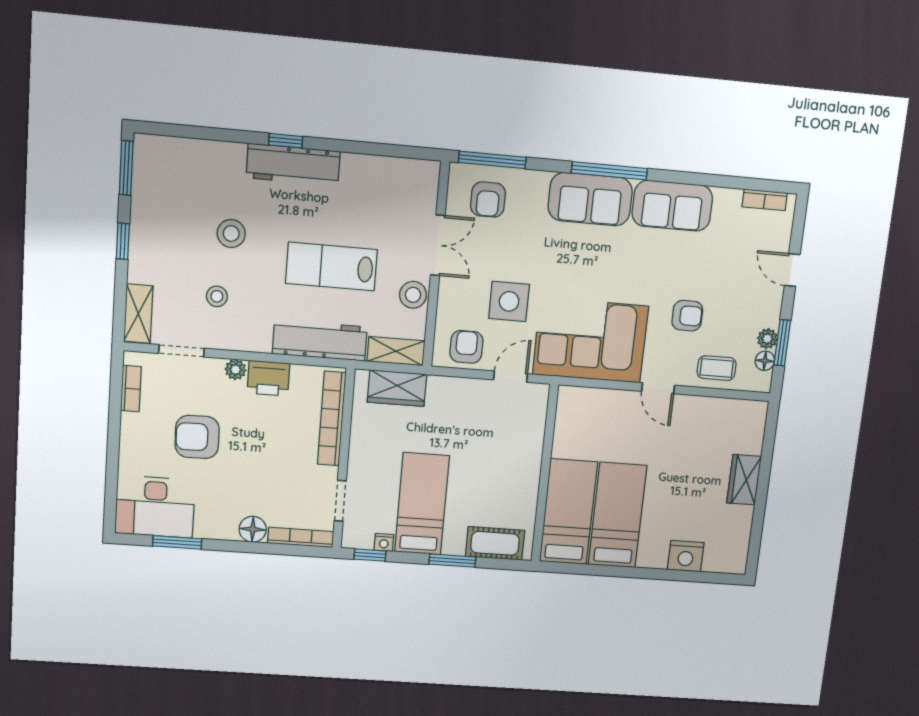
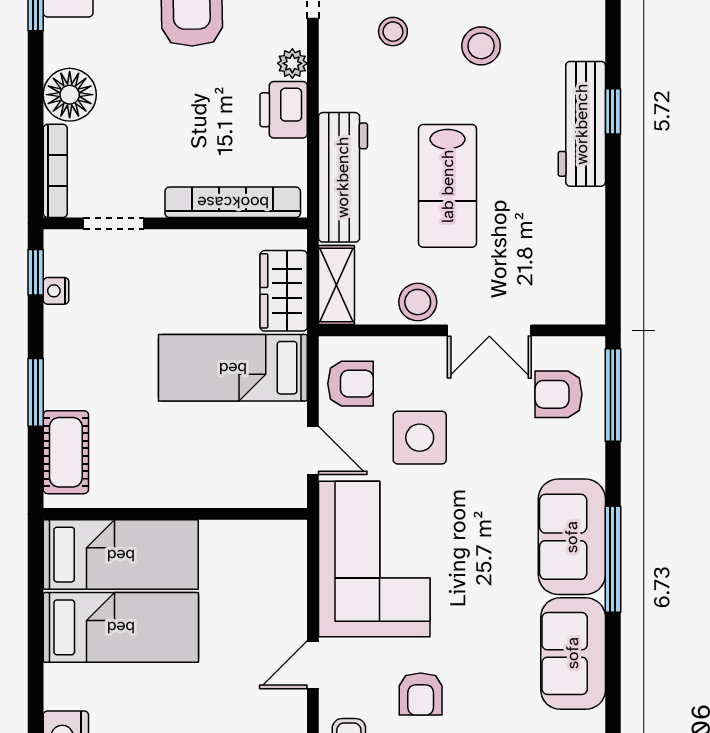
lab bench: (331, 267) -> (448, 186), turned 180
bed: (422, 504) -> (233, 368), moved, turned 180
floor lamp: (253, 529) -> (70, 95), width x1.38, depth x1.38

